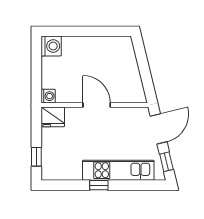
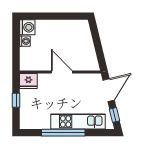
washing machine: (48, 96) -> (25, 41), moved
window: (36, 157) -> (16, 100), moved
window: (99, 185) -> (63, 133), width x3.17

